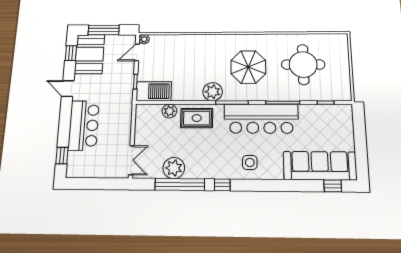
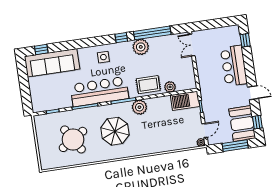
round table: (303, 65) -> (73, 139), turned -32
plant: (174, 168) -> (141, 47), moved

